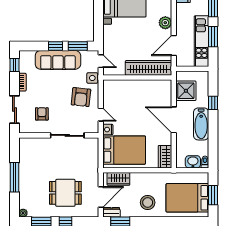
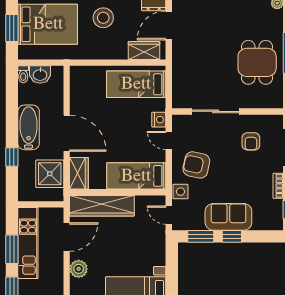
sofa: (58, 60) -> (228, 217), width x0.73
bed: (124, 89) -> (136, 176), added
armchair: (81, 97) -> (196, 165), turned -84
bed: (124, 150) -> (136, 84), width x0.67
wardrobe: (165, 157) -> (79, 173), moved
dining table: (65, 193) -> (257, 62), moved, turned 90

